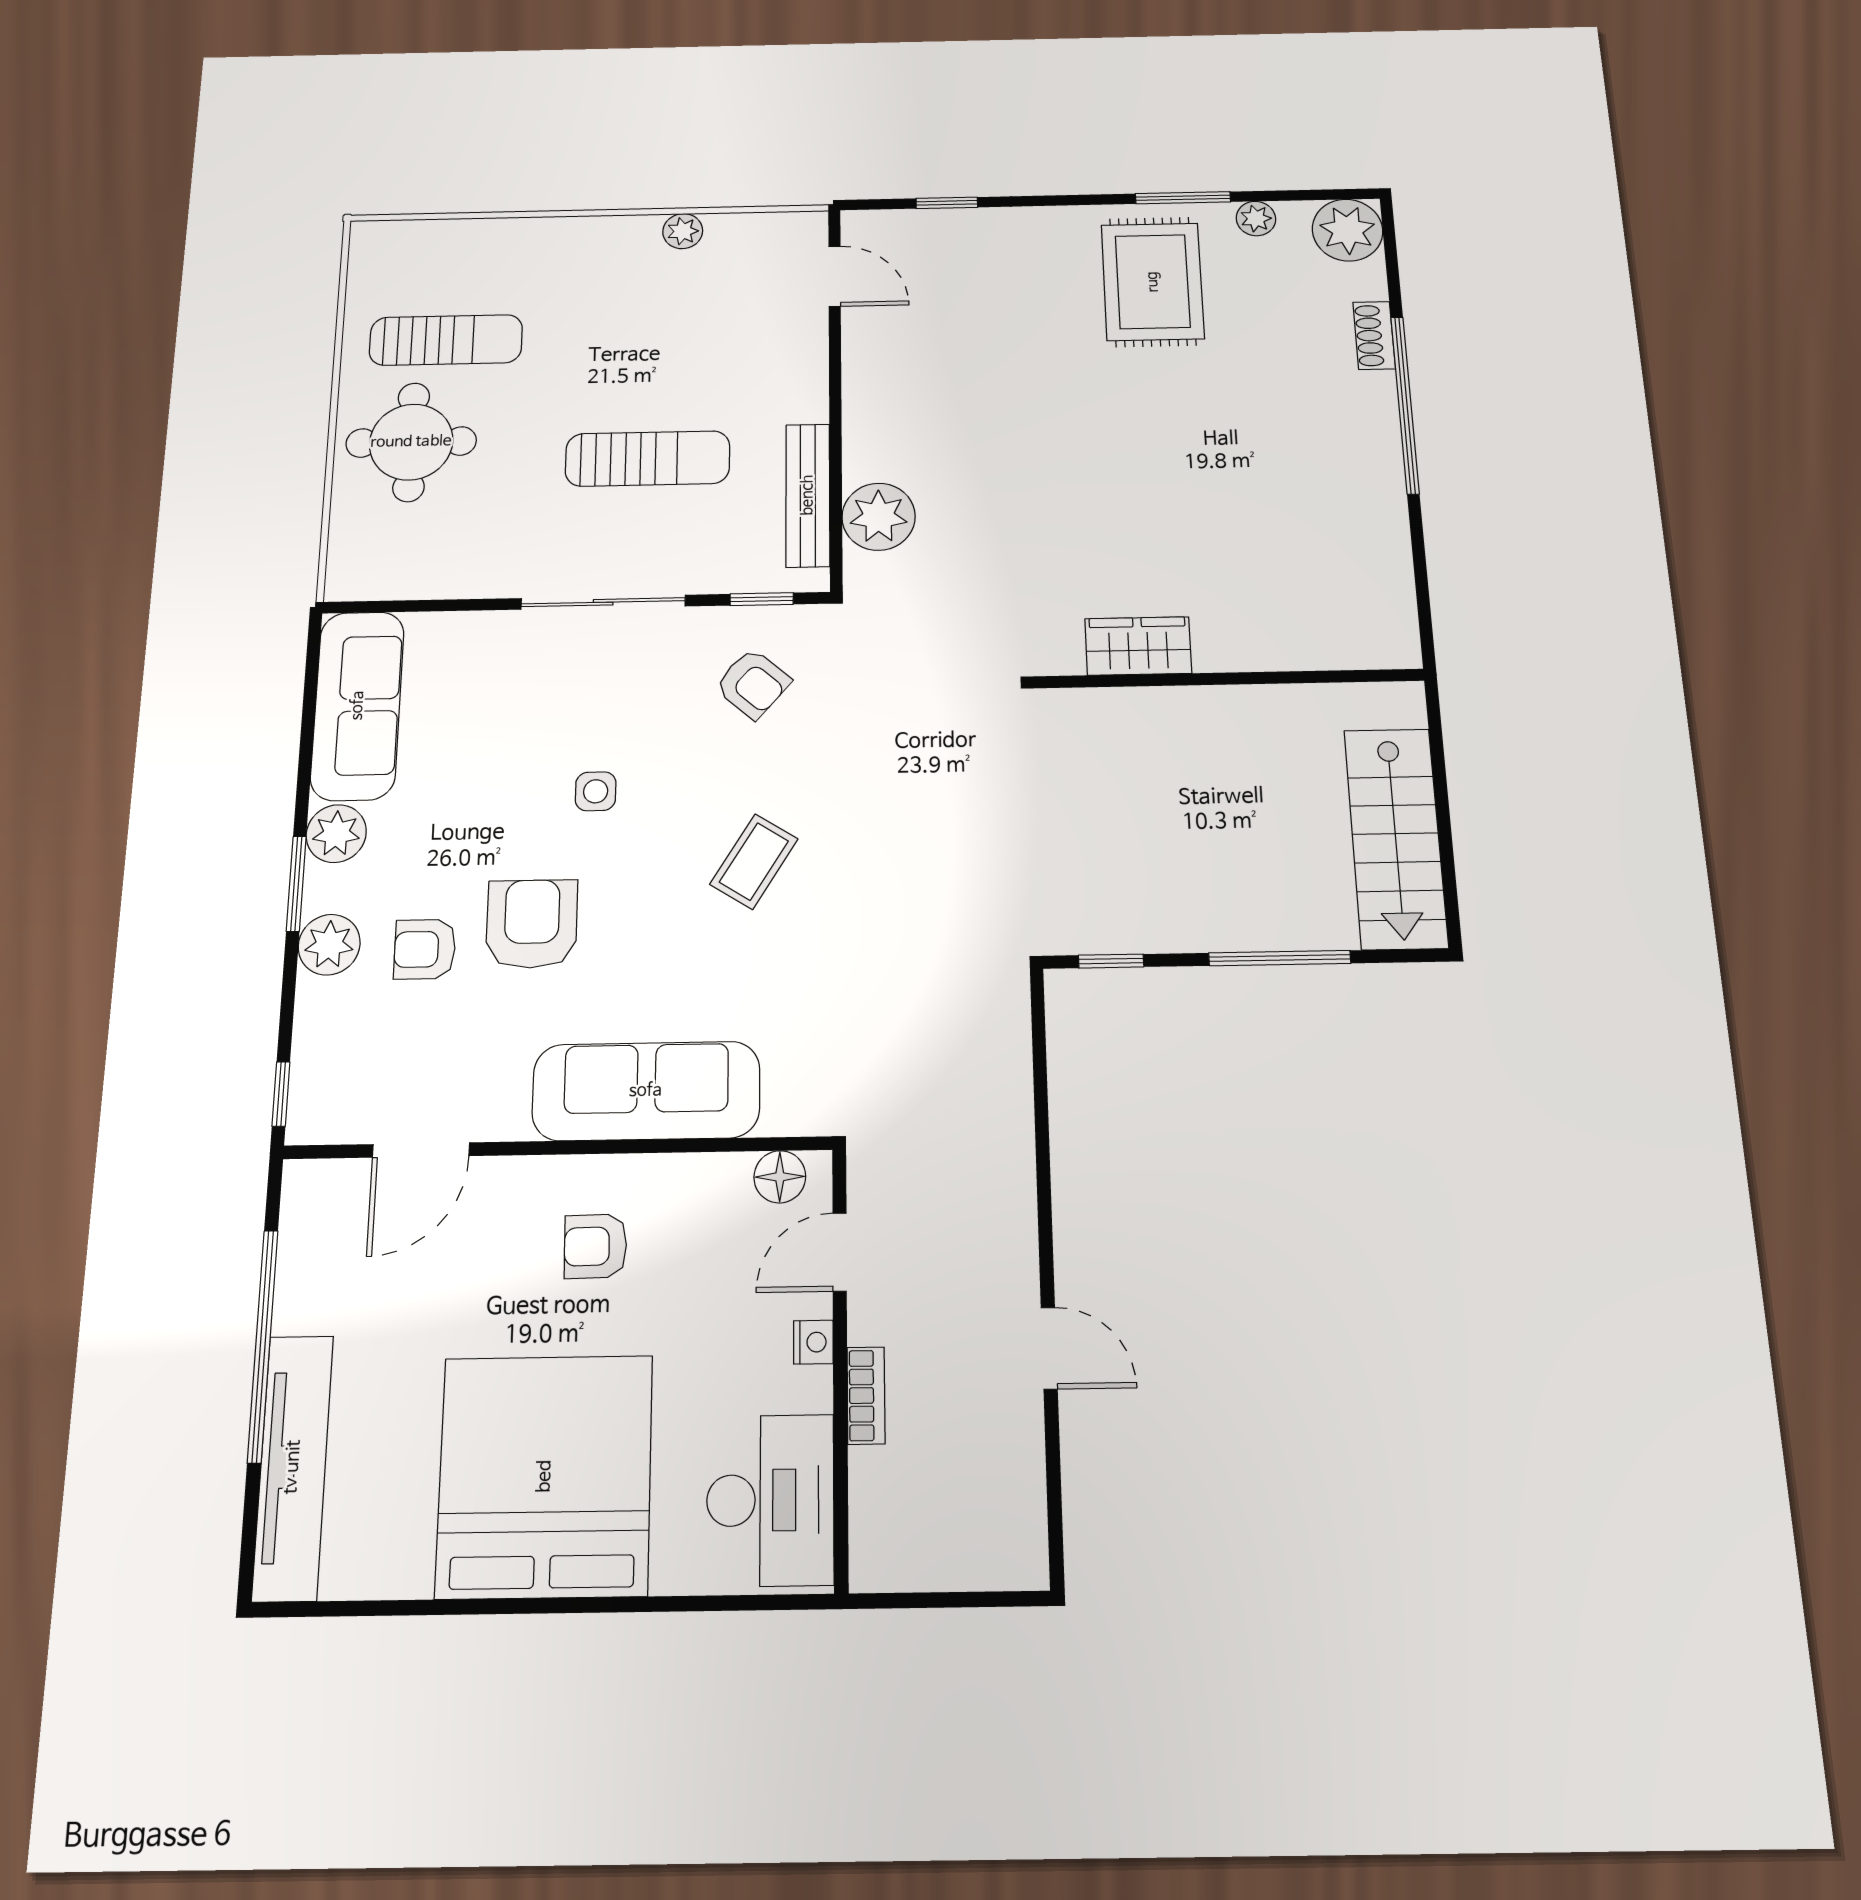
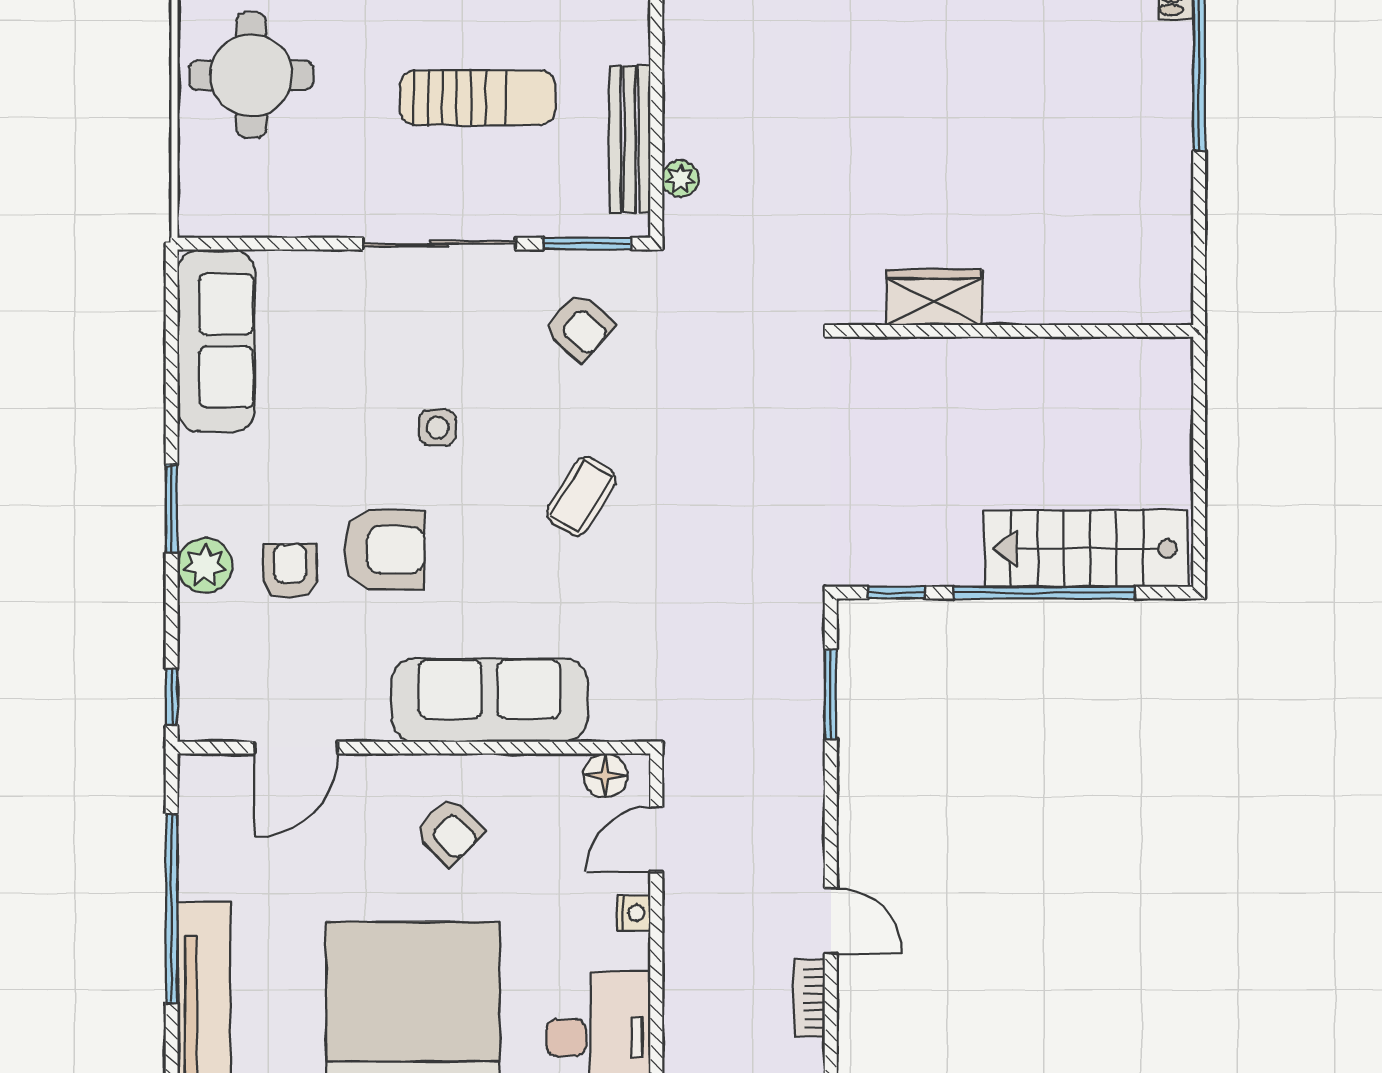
plant: (879, 517) -> (680, 179), width x0.53, depth x0.53
window: (762, 599) -> (587, 244), width x1.50
plant: (336, 834) -> (205, 463), removed
stairs: (1396, 838) -> (1086, 548), moved, turned 90
armchair: (532, 924) -> (384, 550), turned 91
armchair: (425, 949) -> (290, 571), turned 90
window: (1280, 958) -> (1044, 593), width x1.46
window: (1040, 1077) -> (831, 694), added
armchair: (596, 1246) -> (449, 831), turned -134
bookcase: (866, 1395) -> (809, 998), moved, turned 180

